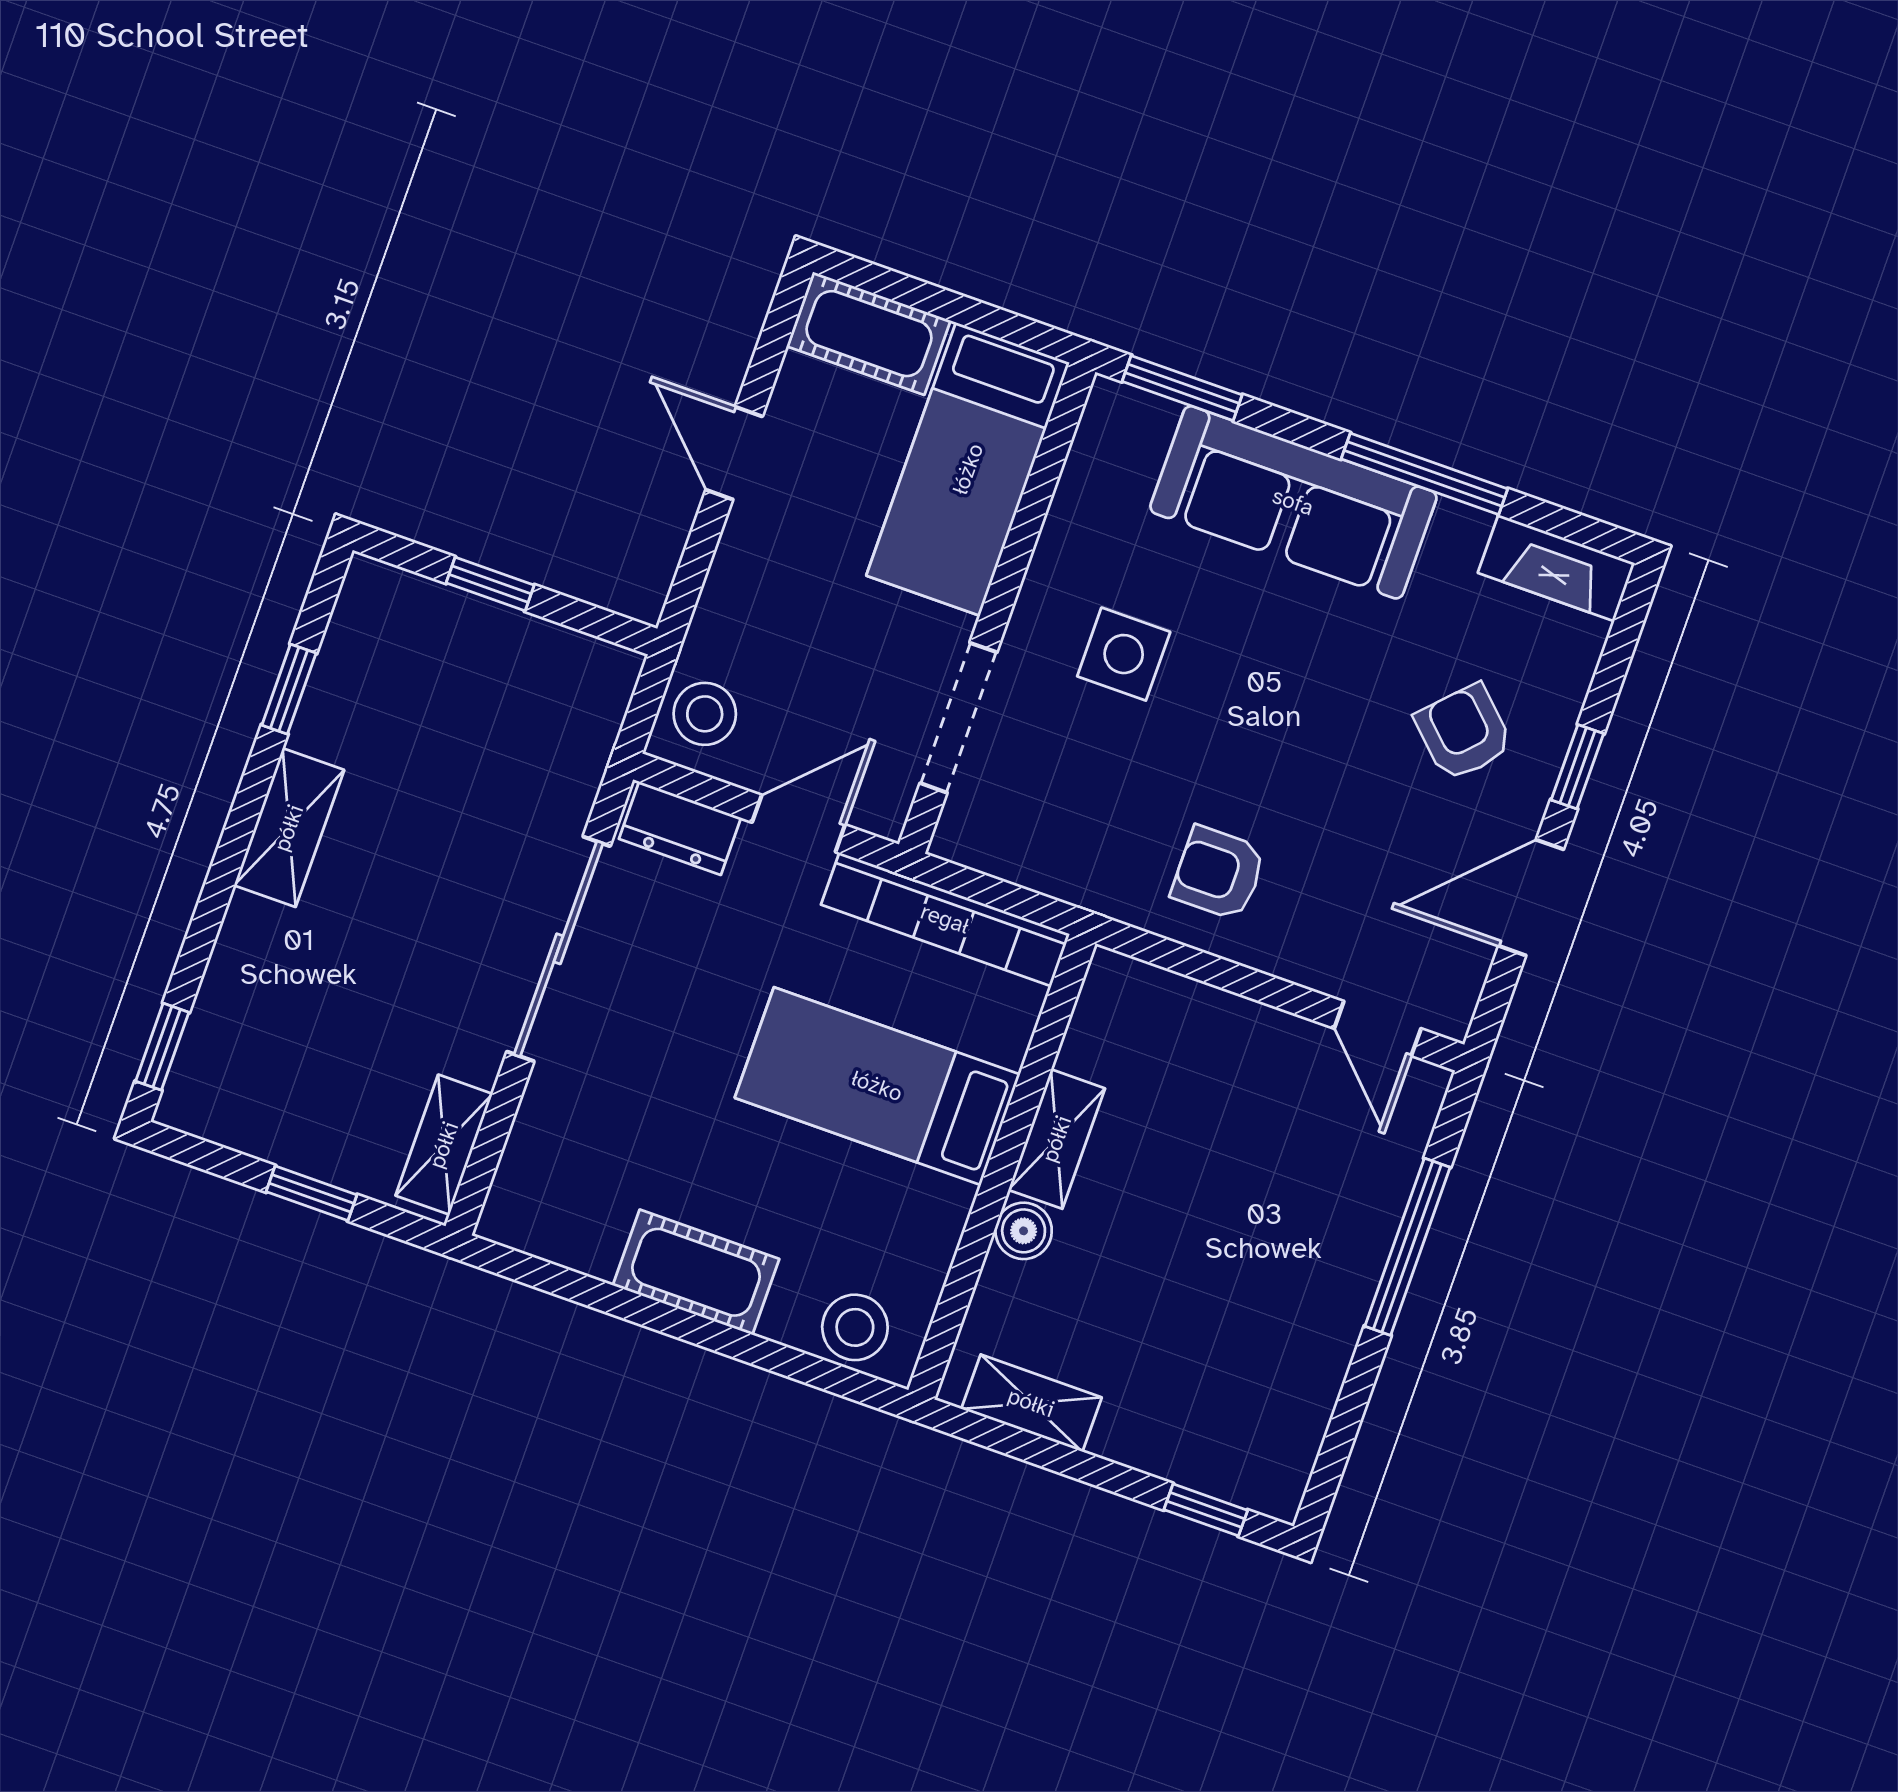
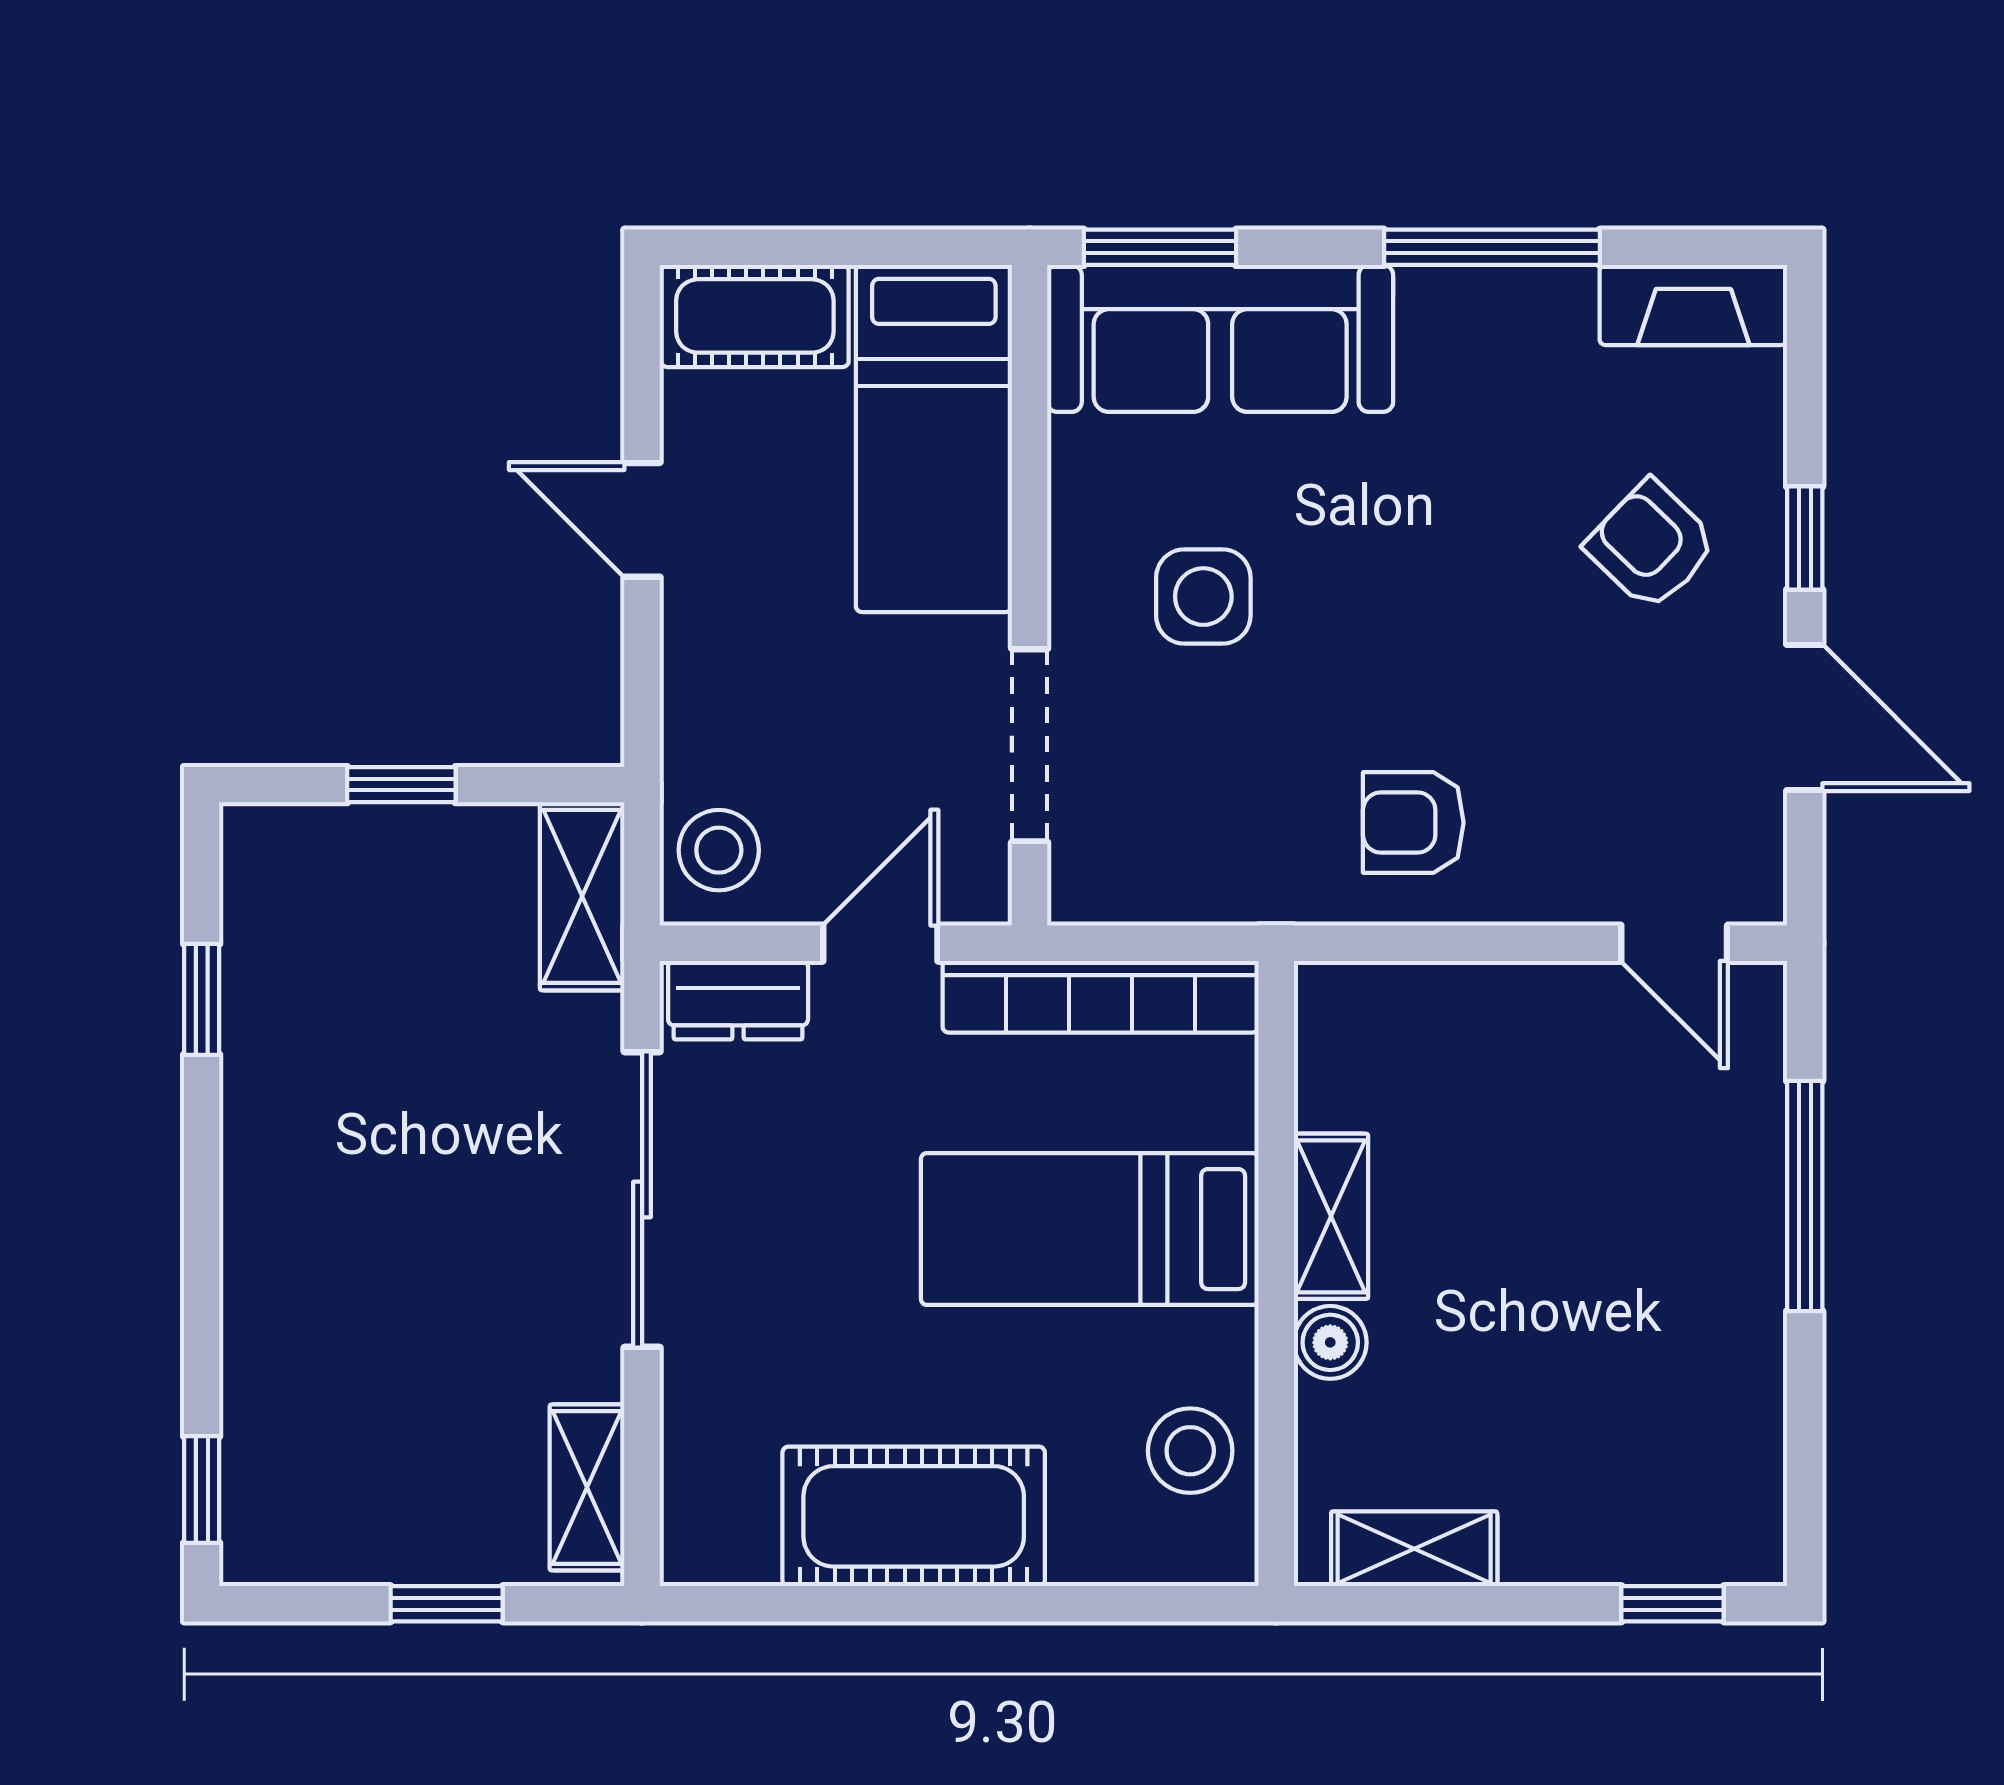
sofa: (1293, 502) -> (1220, 338), moved
shelving: (289, 828) -> (582, 896), moved
door: (1531, 898) -> (1805, 717), swing flipped
cot: (696, 1272) -> (914, 1516), width x1.37, depth x1.34
stool: (855, 1327) -> (1190, 1451), moved

